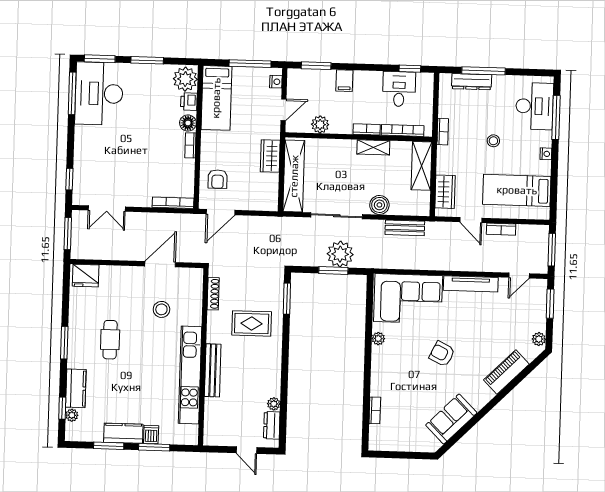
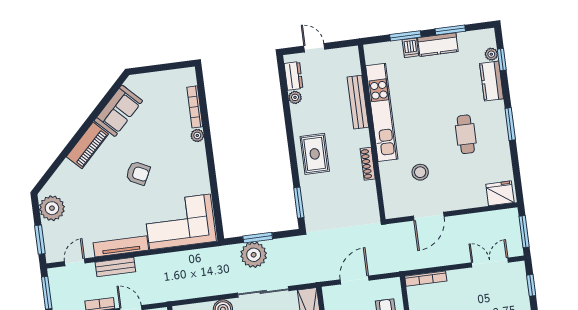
door: (221, 212) -> (355, 280), moved
bench: (405, 228) -> (115, 267), moved
shoe rack: (213, 294) -> (368, 164), moved
rug: (252, 323) -> (315, 154), moved, turned 90
plant: (378, 339) -> (197, 135), moved
plant: (539, 339) -> (52, 208), width x1.88, depth x1.88
bench: (213, 370) -> (358, 102), moved
piano: (506, 372) -> (87, 145), moved
bookcase: (375, 410) -> (195, 107), width x1.56

